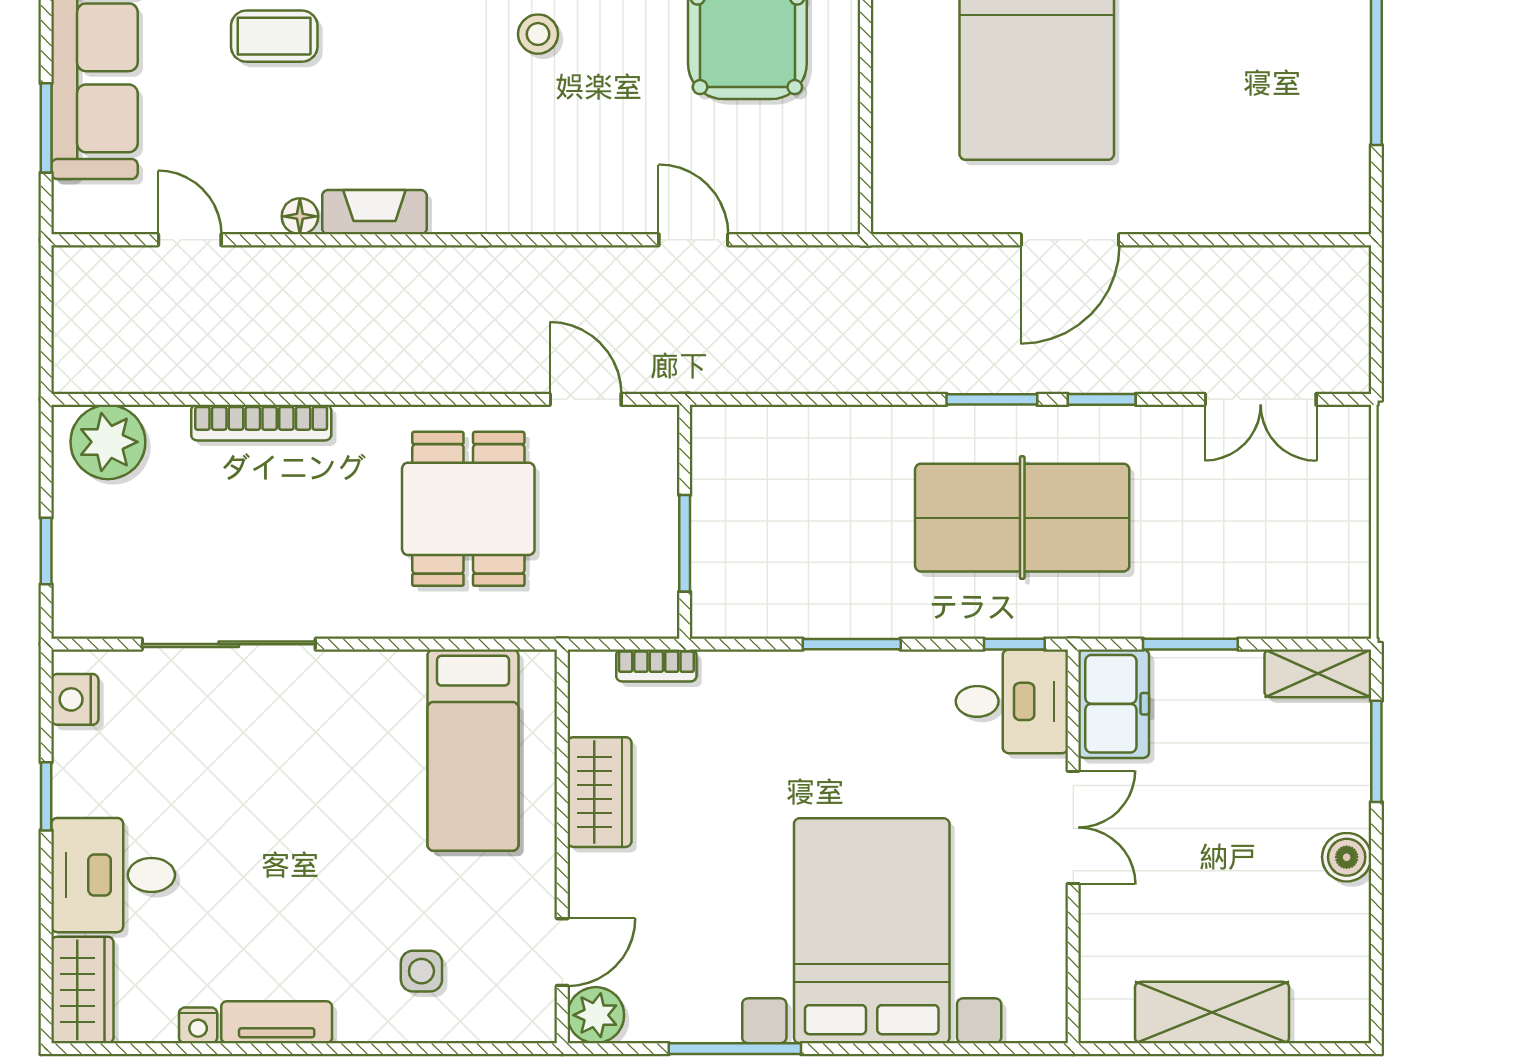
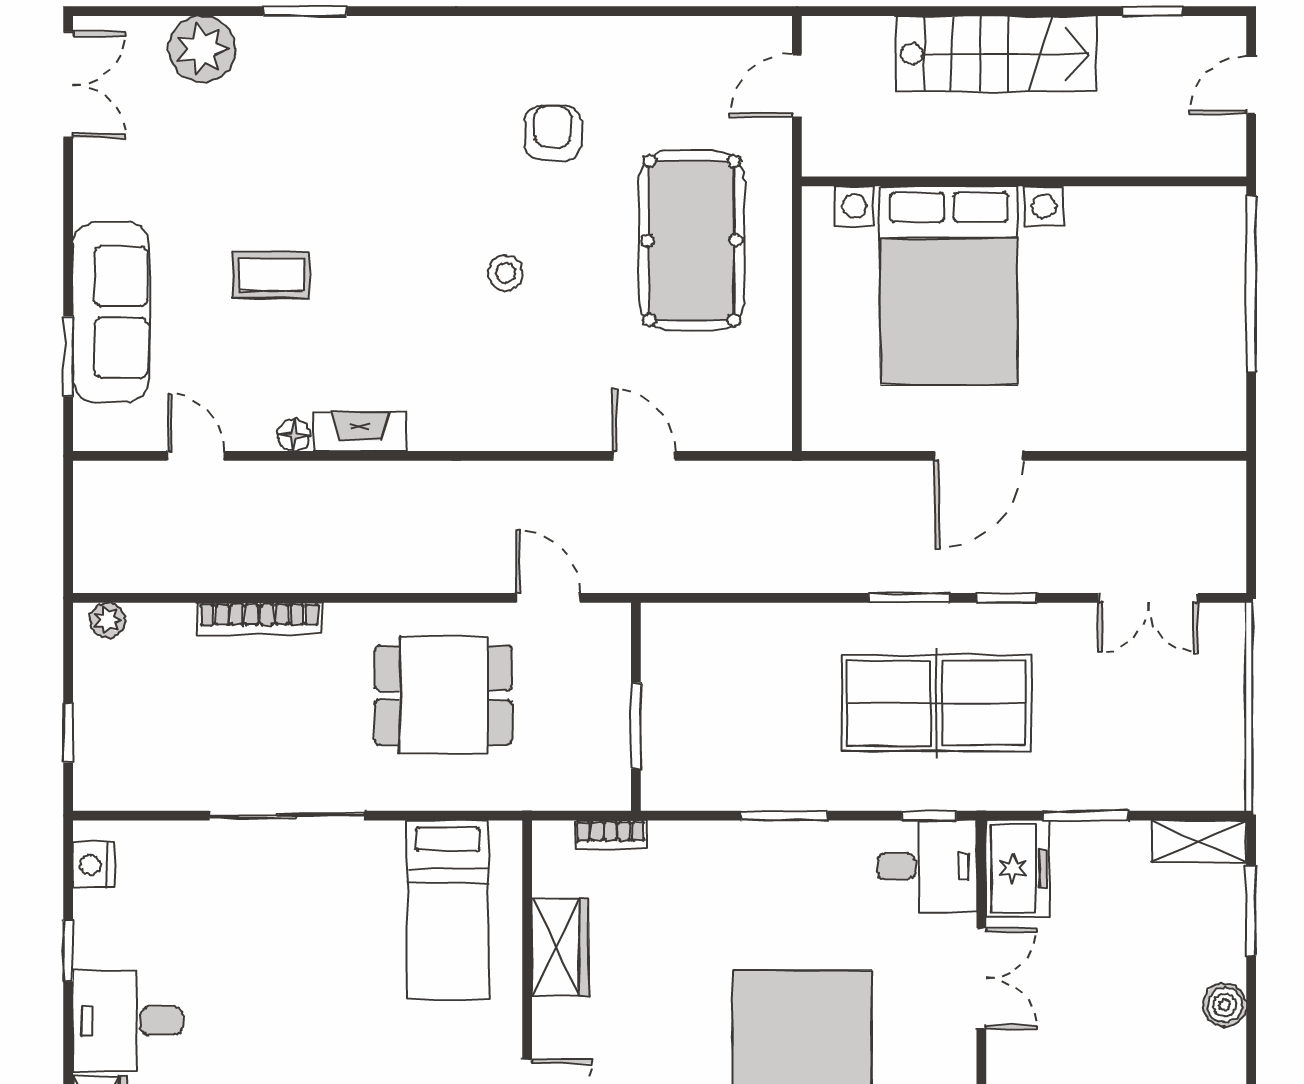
plant: (108, 442) -> (108, 620), width x0.53, depth x0.53
dining table: (468, 509) -> (444, 695), turned 90
sliding door: (229, 644) -> (287, 816), moved

